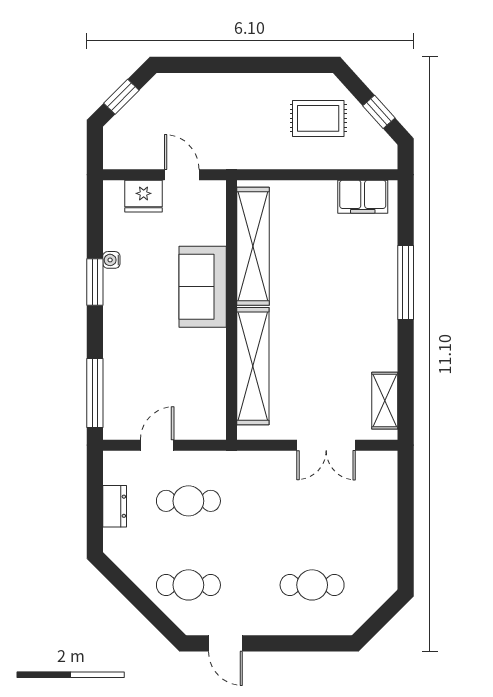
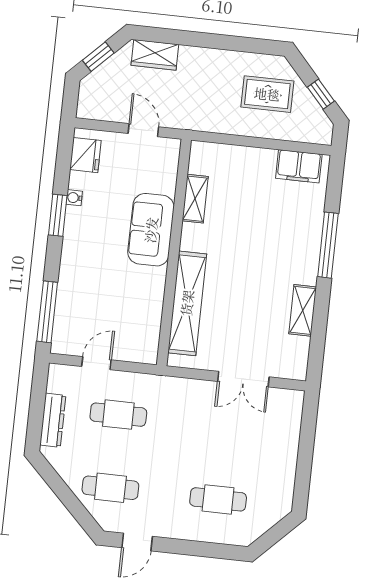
wardrobe: (185, 88) -> (155, 55), added
fridge: (144, 196) -> (85, 155), moved, turned -90
shelving: (253, 246) -> (195, 199), width x0.45, depth x0.75
shelving: (385, 401) -> (303, 310), moved
dresser: (115, 506) -> (53, 420), width x1.44
door: (225, 643) -> (137, 542), hinge flipped

